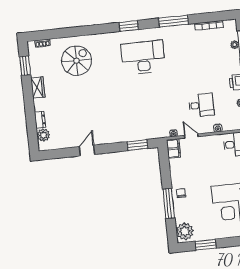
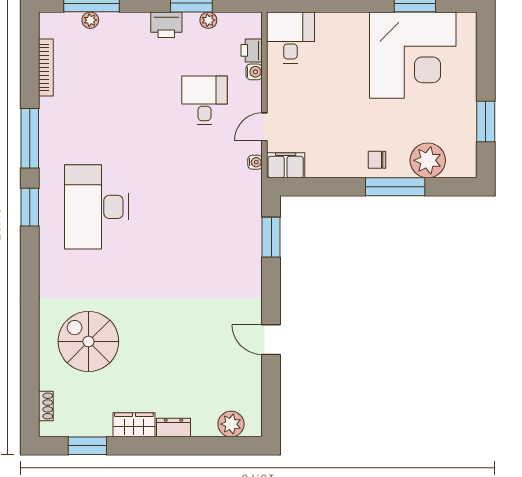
window: (129, 26) -> (30, 207), moved
dresser: (40, 120) -> (173, 427), moved
printer: (228, 126) -> (252, 50), added
plant: (185, 231) -> (428, 160), moved

